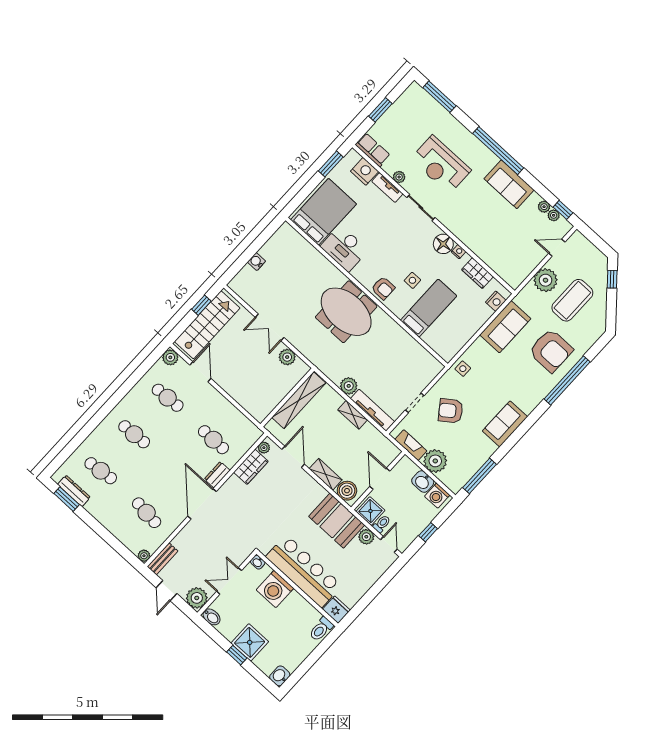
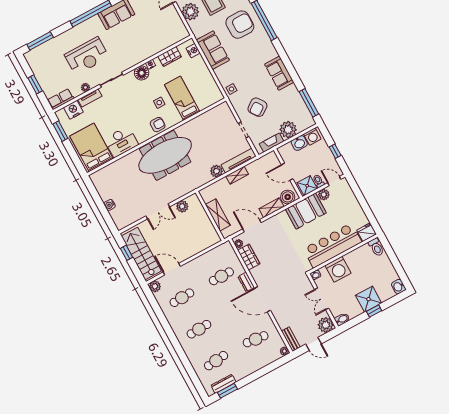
meeting table: (346, 312) -> (165, 155), width x1.36
shelving: (299, 400) -> (218, 215), width x0.68

